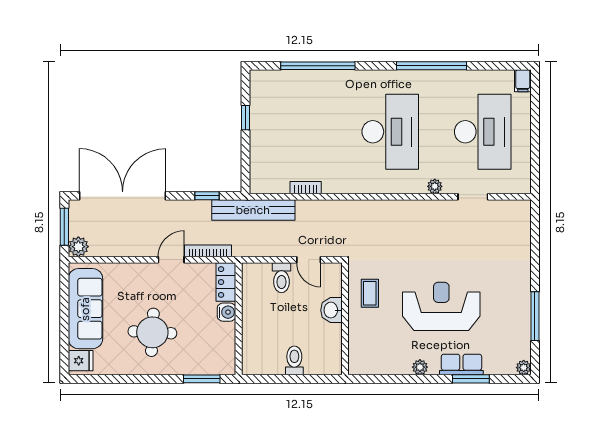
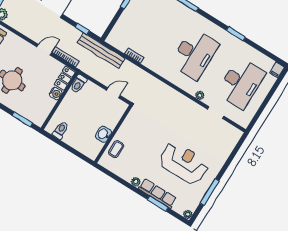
window: (432, 66) -> (236, 34), width x0.47
door: (309, 260) -> (113, 93), swing flipped
toilet: (282, 278) -> (79, 84), moved
coffee table: (370, 293) -> (116, 149), moved
reception desk: (441, 306) -> (184, 163), moved
washbasin: (331, 310) -> (103, 134), moved
toilet: (294, 360) -> (60, 130), moved
row of seats: (461, 364) -> (157, 193), width x1.48

